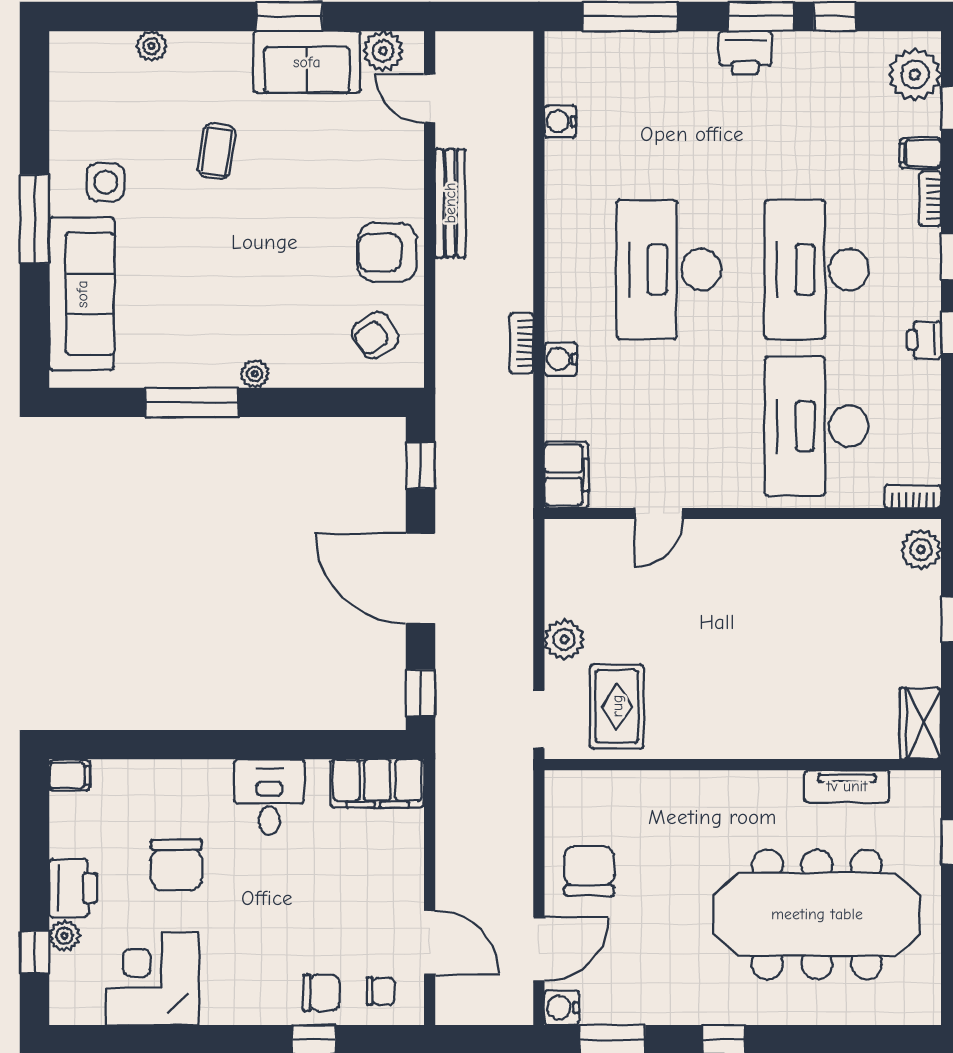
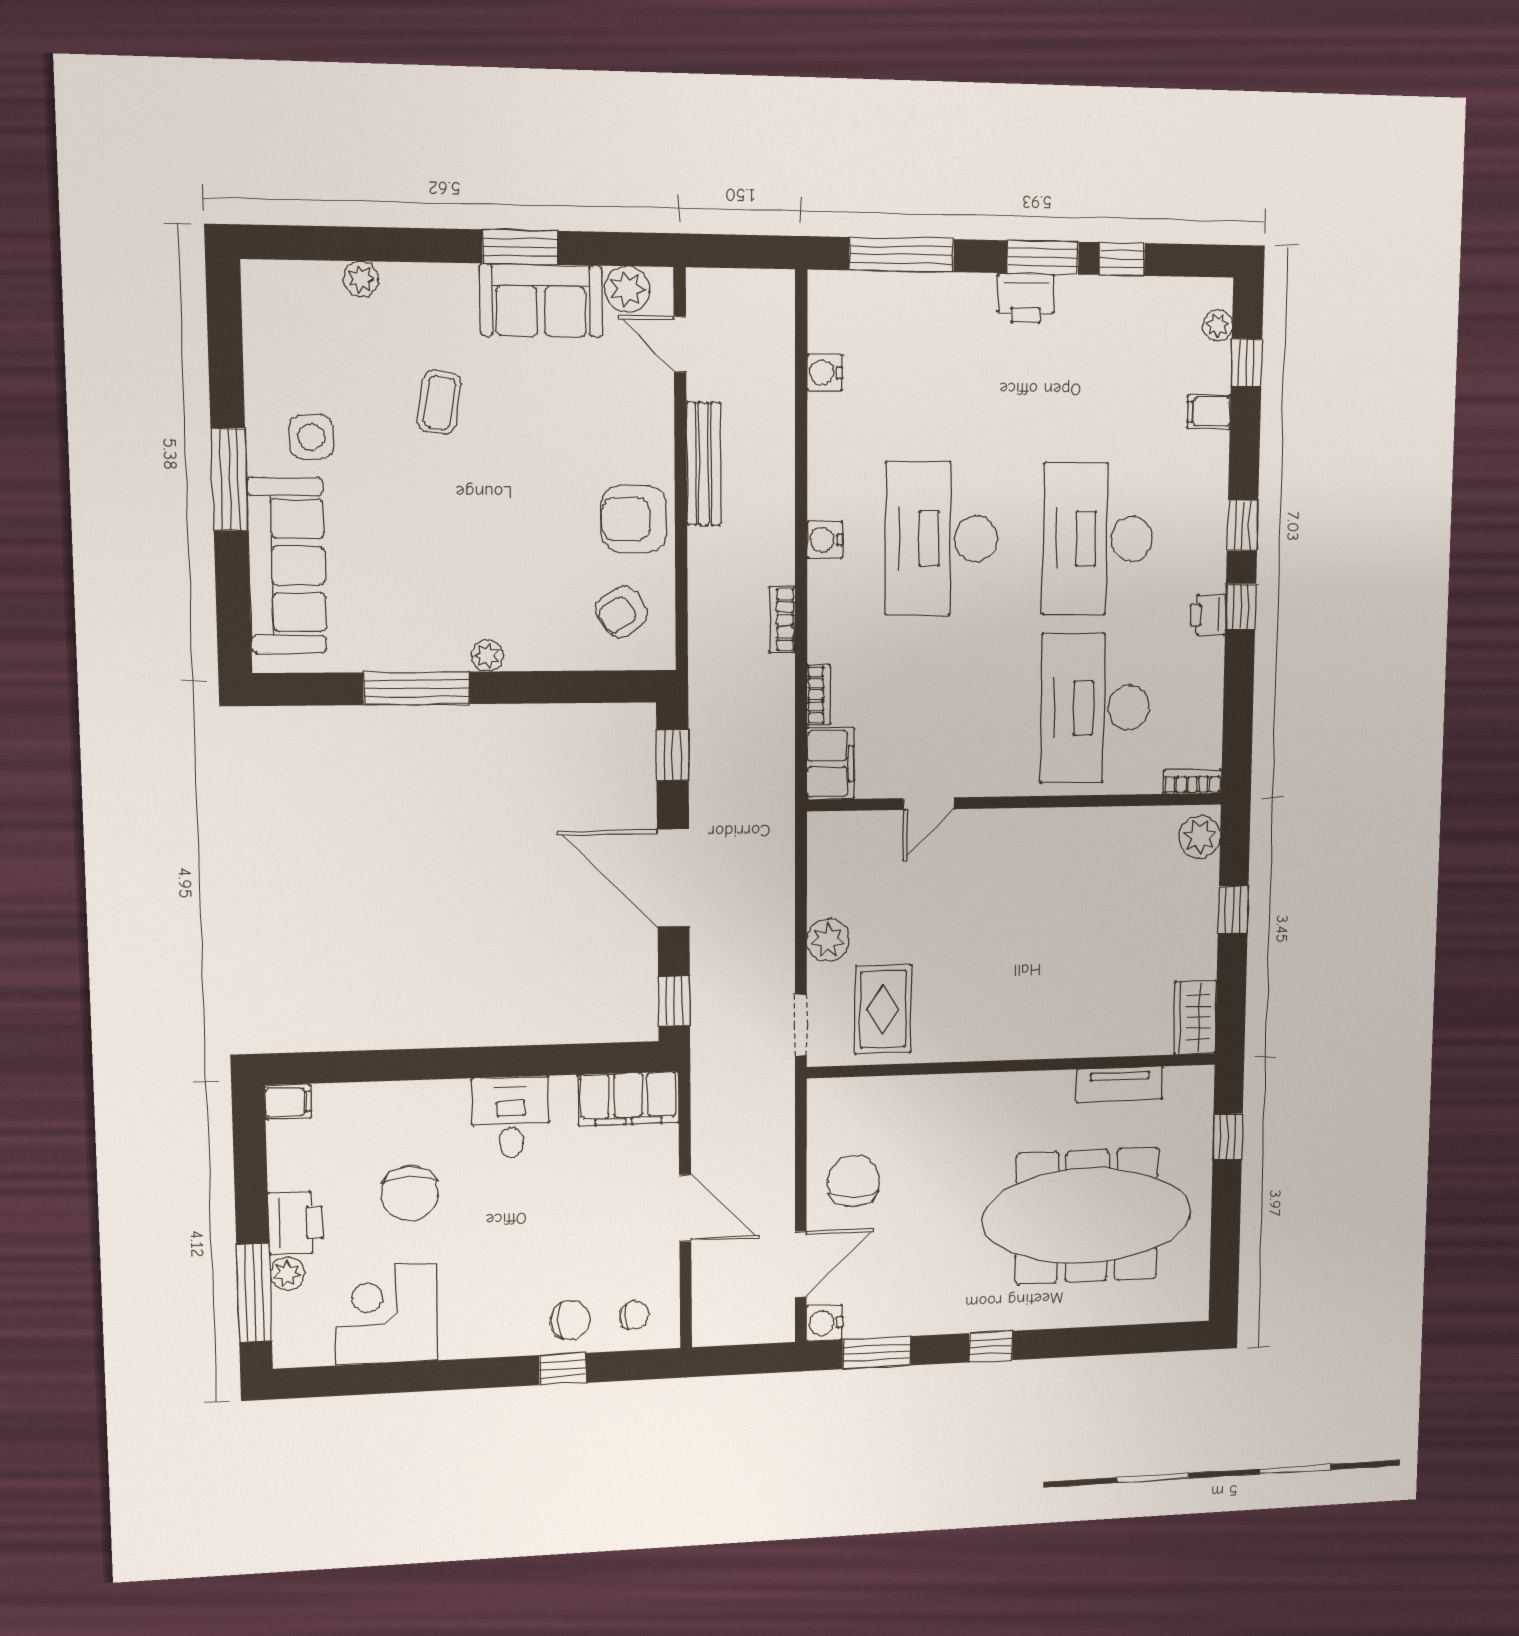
plant: (915, 74) -> (1218, 325), width x0.53, depth x0.53
bookcase: (930, 199) -> (819, 695), moved, turned 180
water cooler: (561, 359) -> (825, 540), moved
door: (430, 942) -> (685, 1208), moved
window: (35, 952) -> (254, 1293), width x2.17

